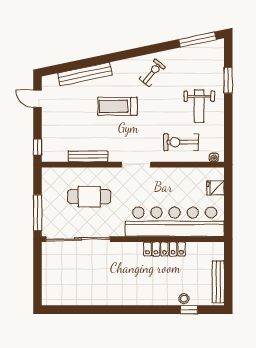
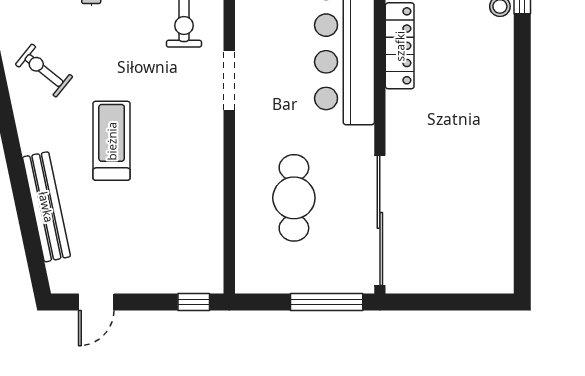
treadmill: (117, 106) -> (112, 141), turned 180
bench: (88, 156) -> (213, 200), removed
doorway: (136, 165) -> (229, 80), moved

